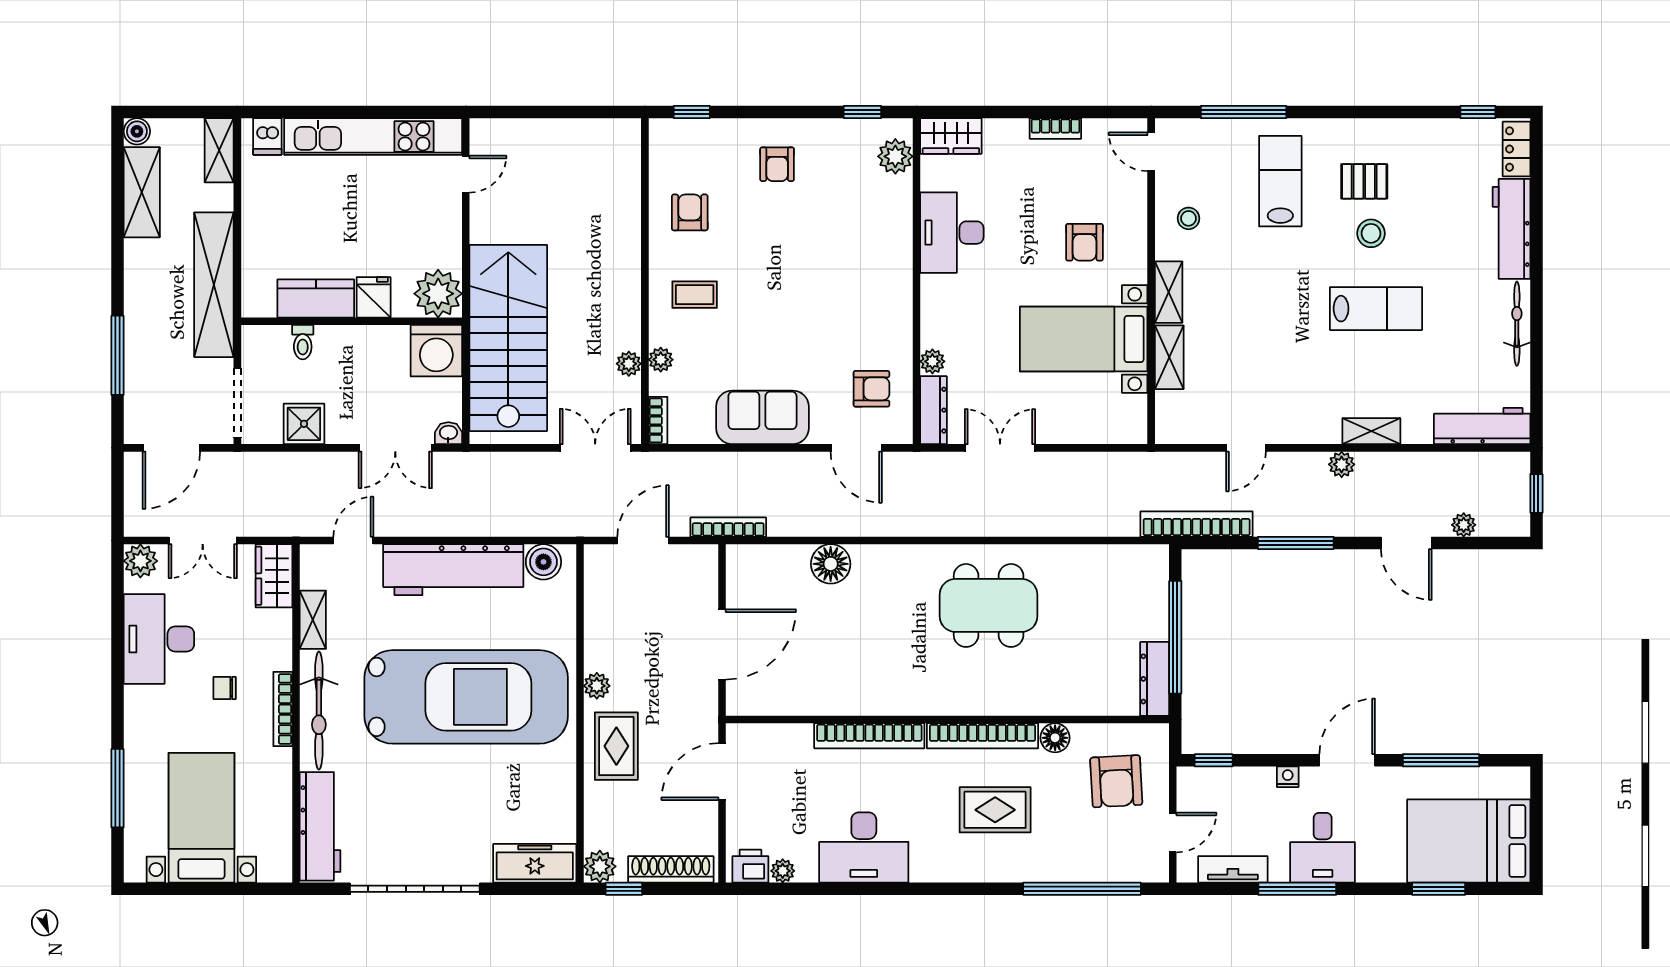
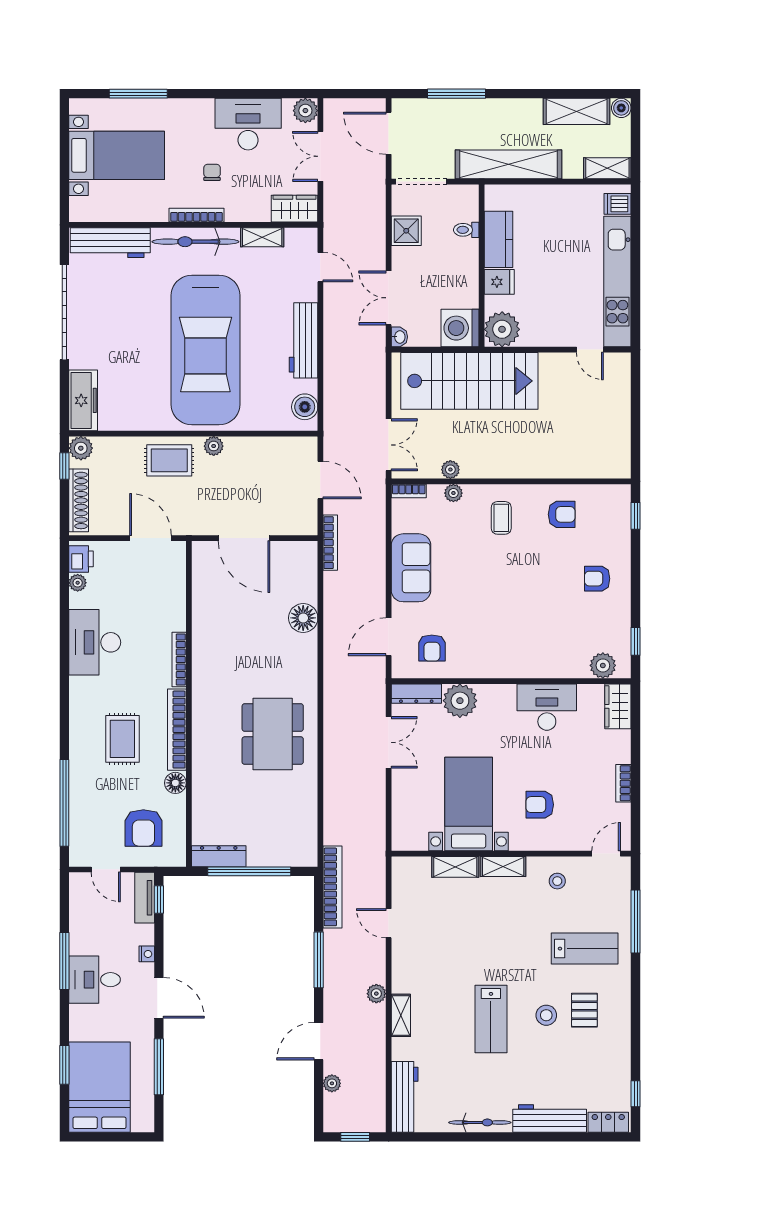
plant: (932, 361) -> (460, 701), width x1.88, depth x1.88
workbench: (453, 570) -> (304, 340), width x0.73, depth x0.76
bookcase: (869, 736) -> (179, 660), width x0.68, depth x0.76
armchair: (1116, 781) -> (143, 828), turned -87
tv unit: (1233, 869) -> (145, 898), moved, turned 180

